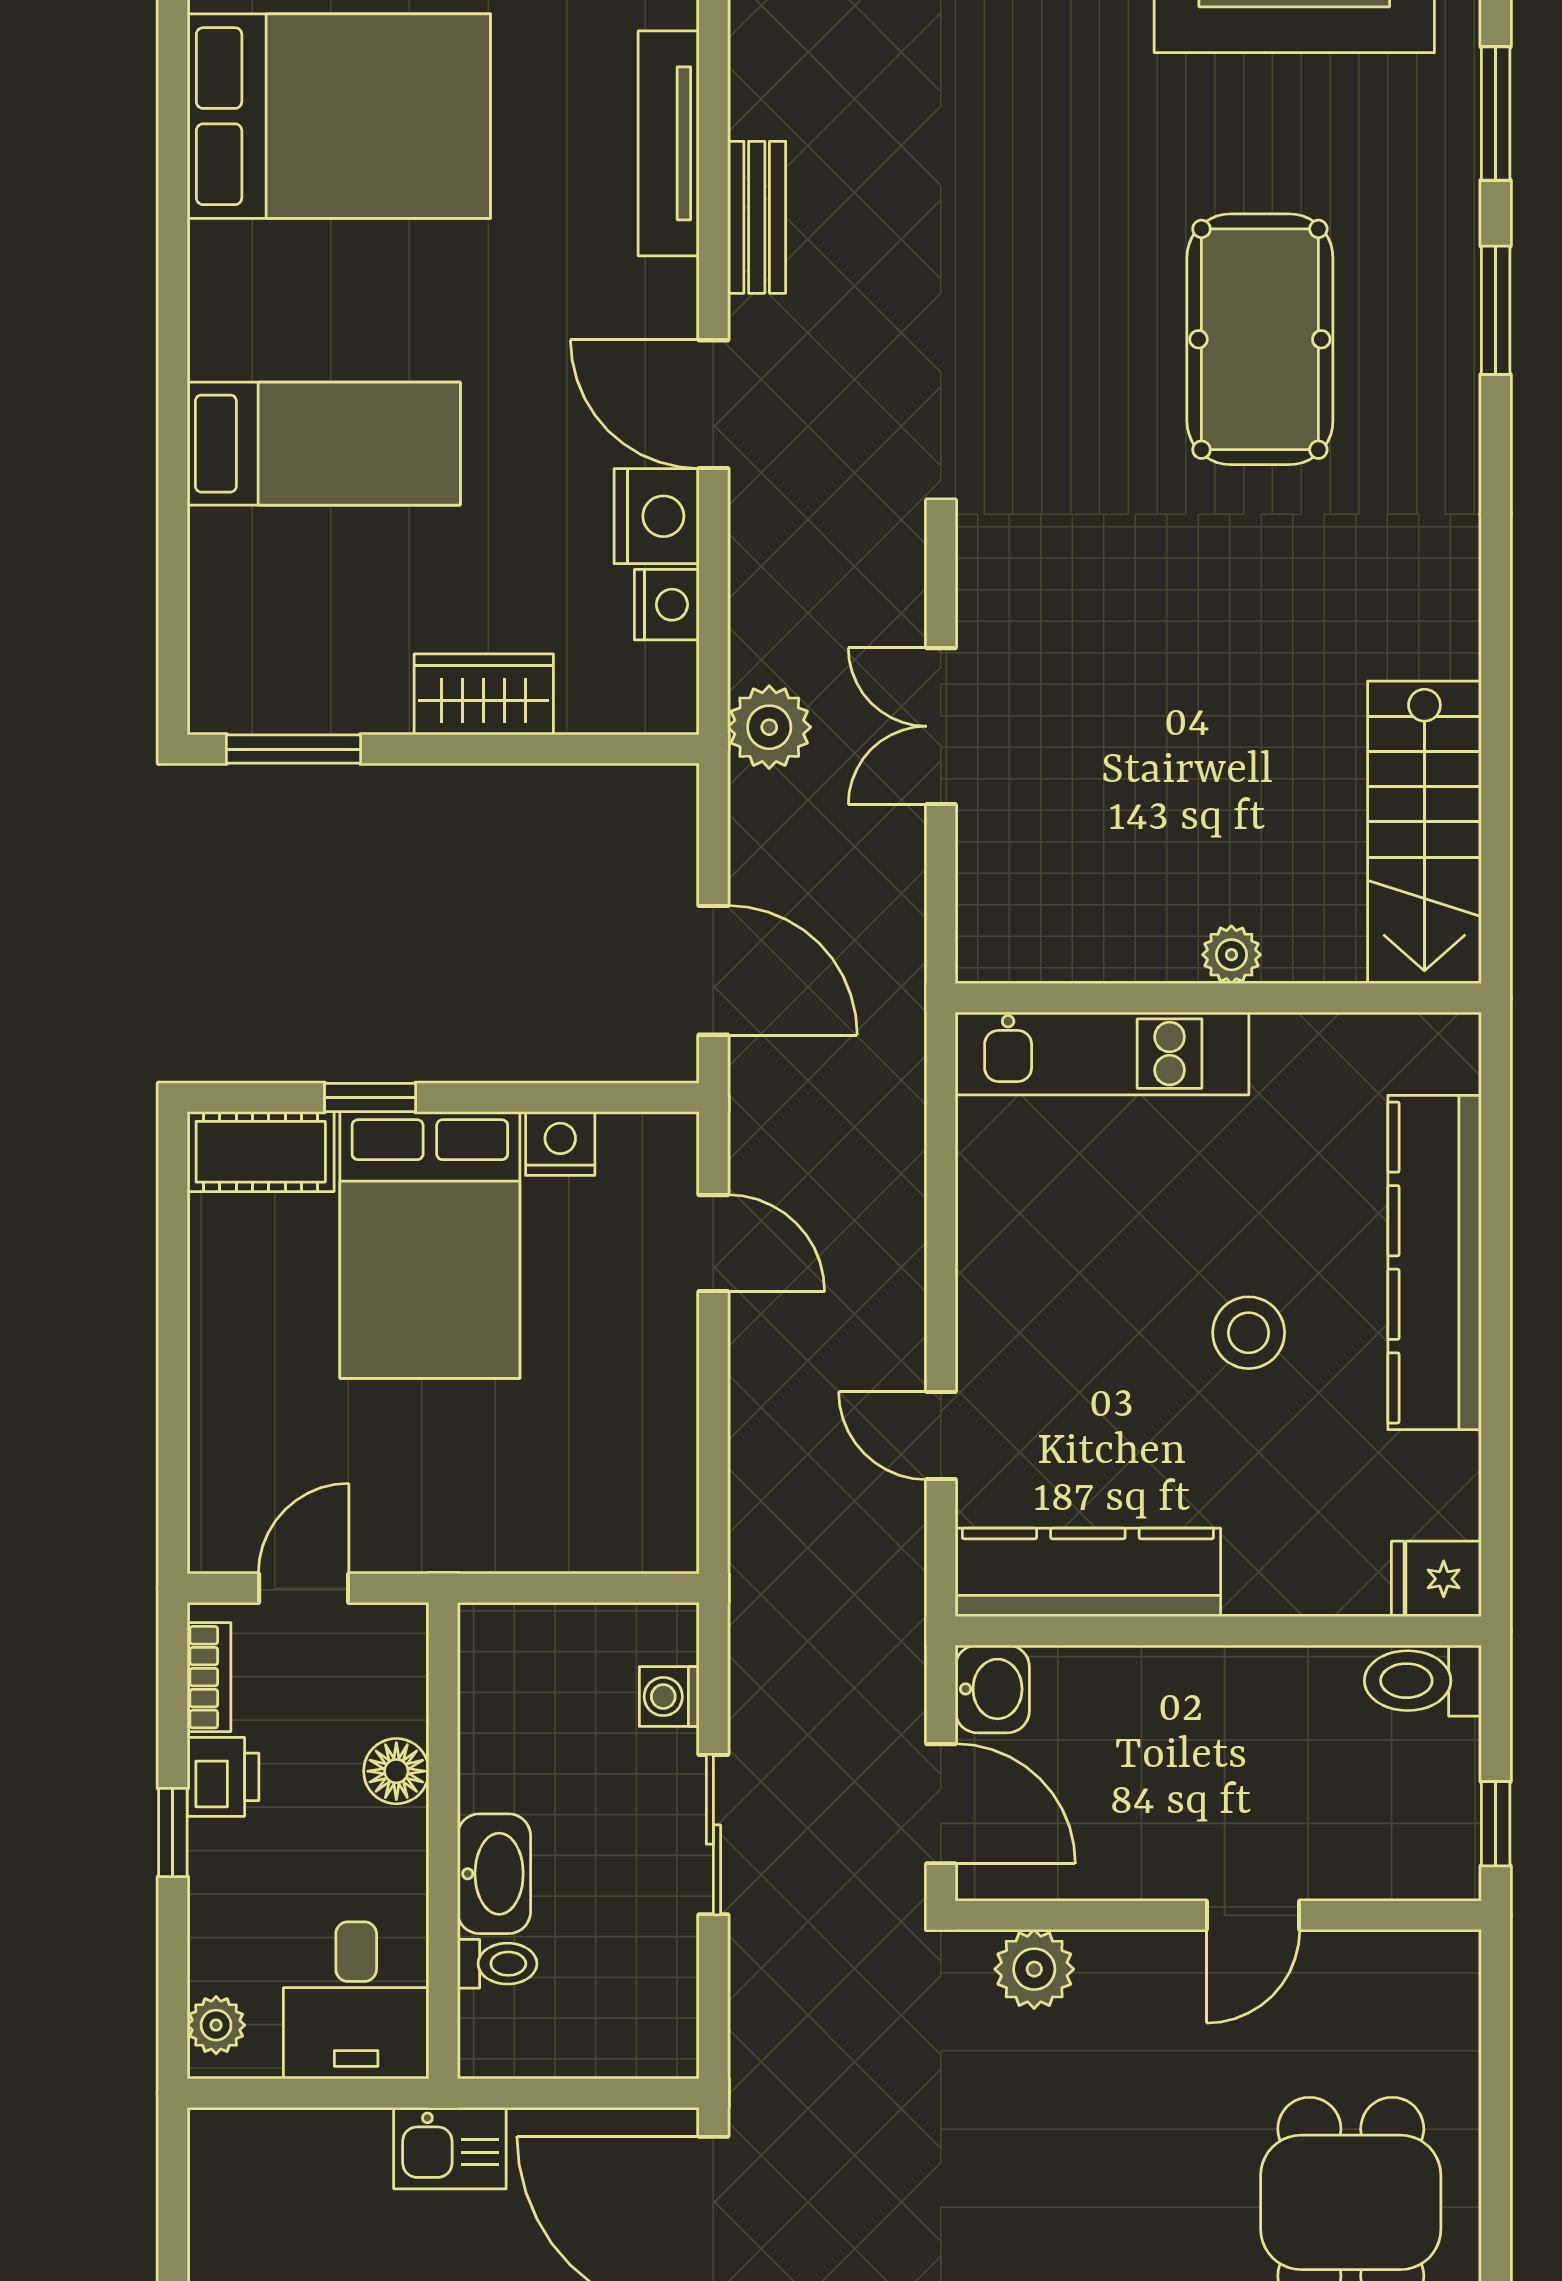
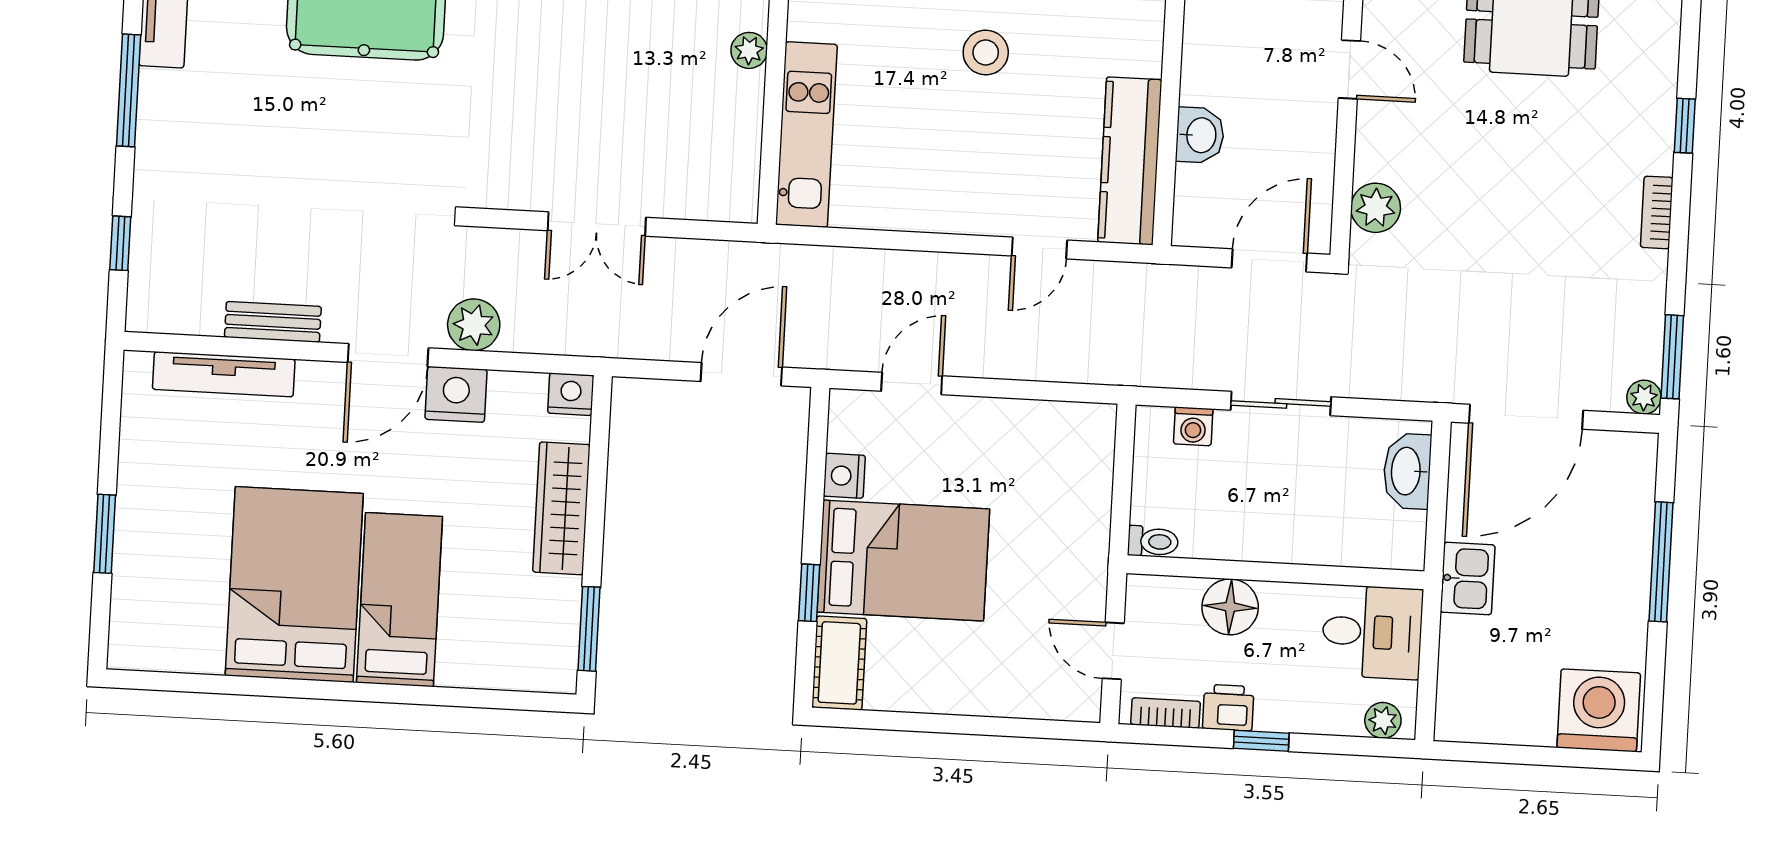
bed: (339, 116) -> (294, 585), moved
nightstand: (667, 605) -> (571, 394), moved
wardrobe: (484, 694) -> (561, 508), width x1.50
plant: (769, 727) -> (474, 325), moved
washbasin: (992, 1689) -> (1200, 135), moved, turned 90
floor lamp: (396, 1771) -> (1230, 607), width x1.38, depth x1.38
washbasin: (494, 1874) -> (1407, 471), moved, turned -90
toilet: (497, 1964) -> (1153, 542), moved, turned 90

